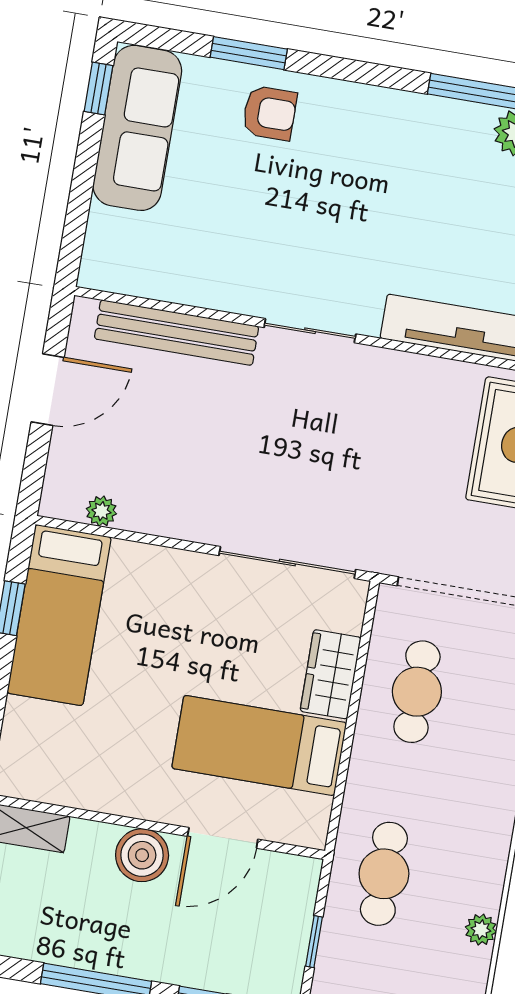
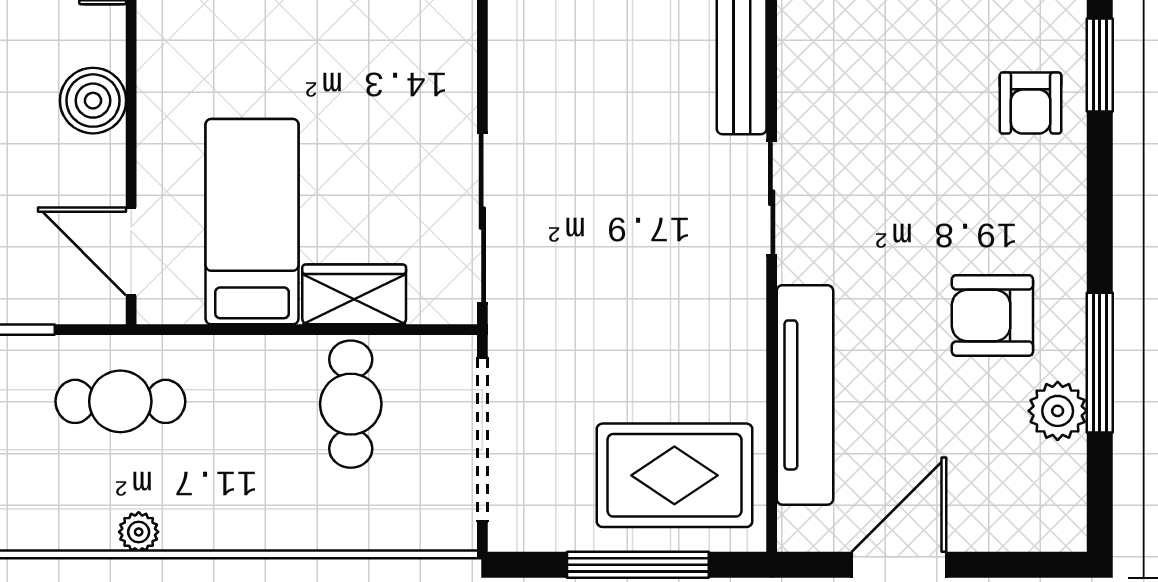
armchair: (433, 172) -> (992, 315), added
cafe table: (417, 692) -> (351, 404), turned 90
door: (223, 838) -> (131, 251), moved
plant: (481, 930) -> (139, 532), moved

